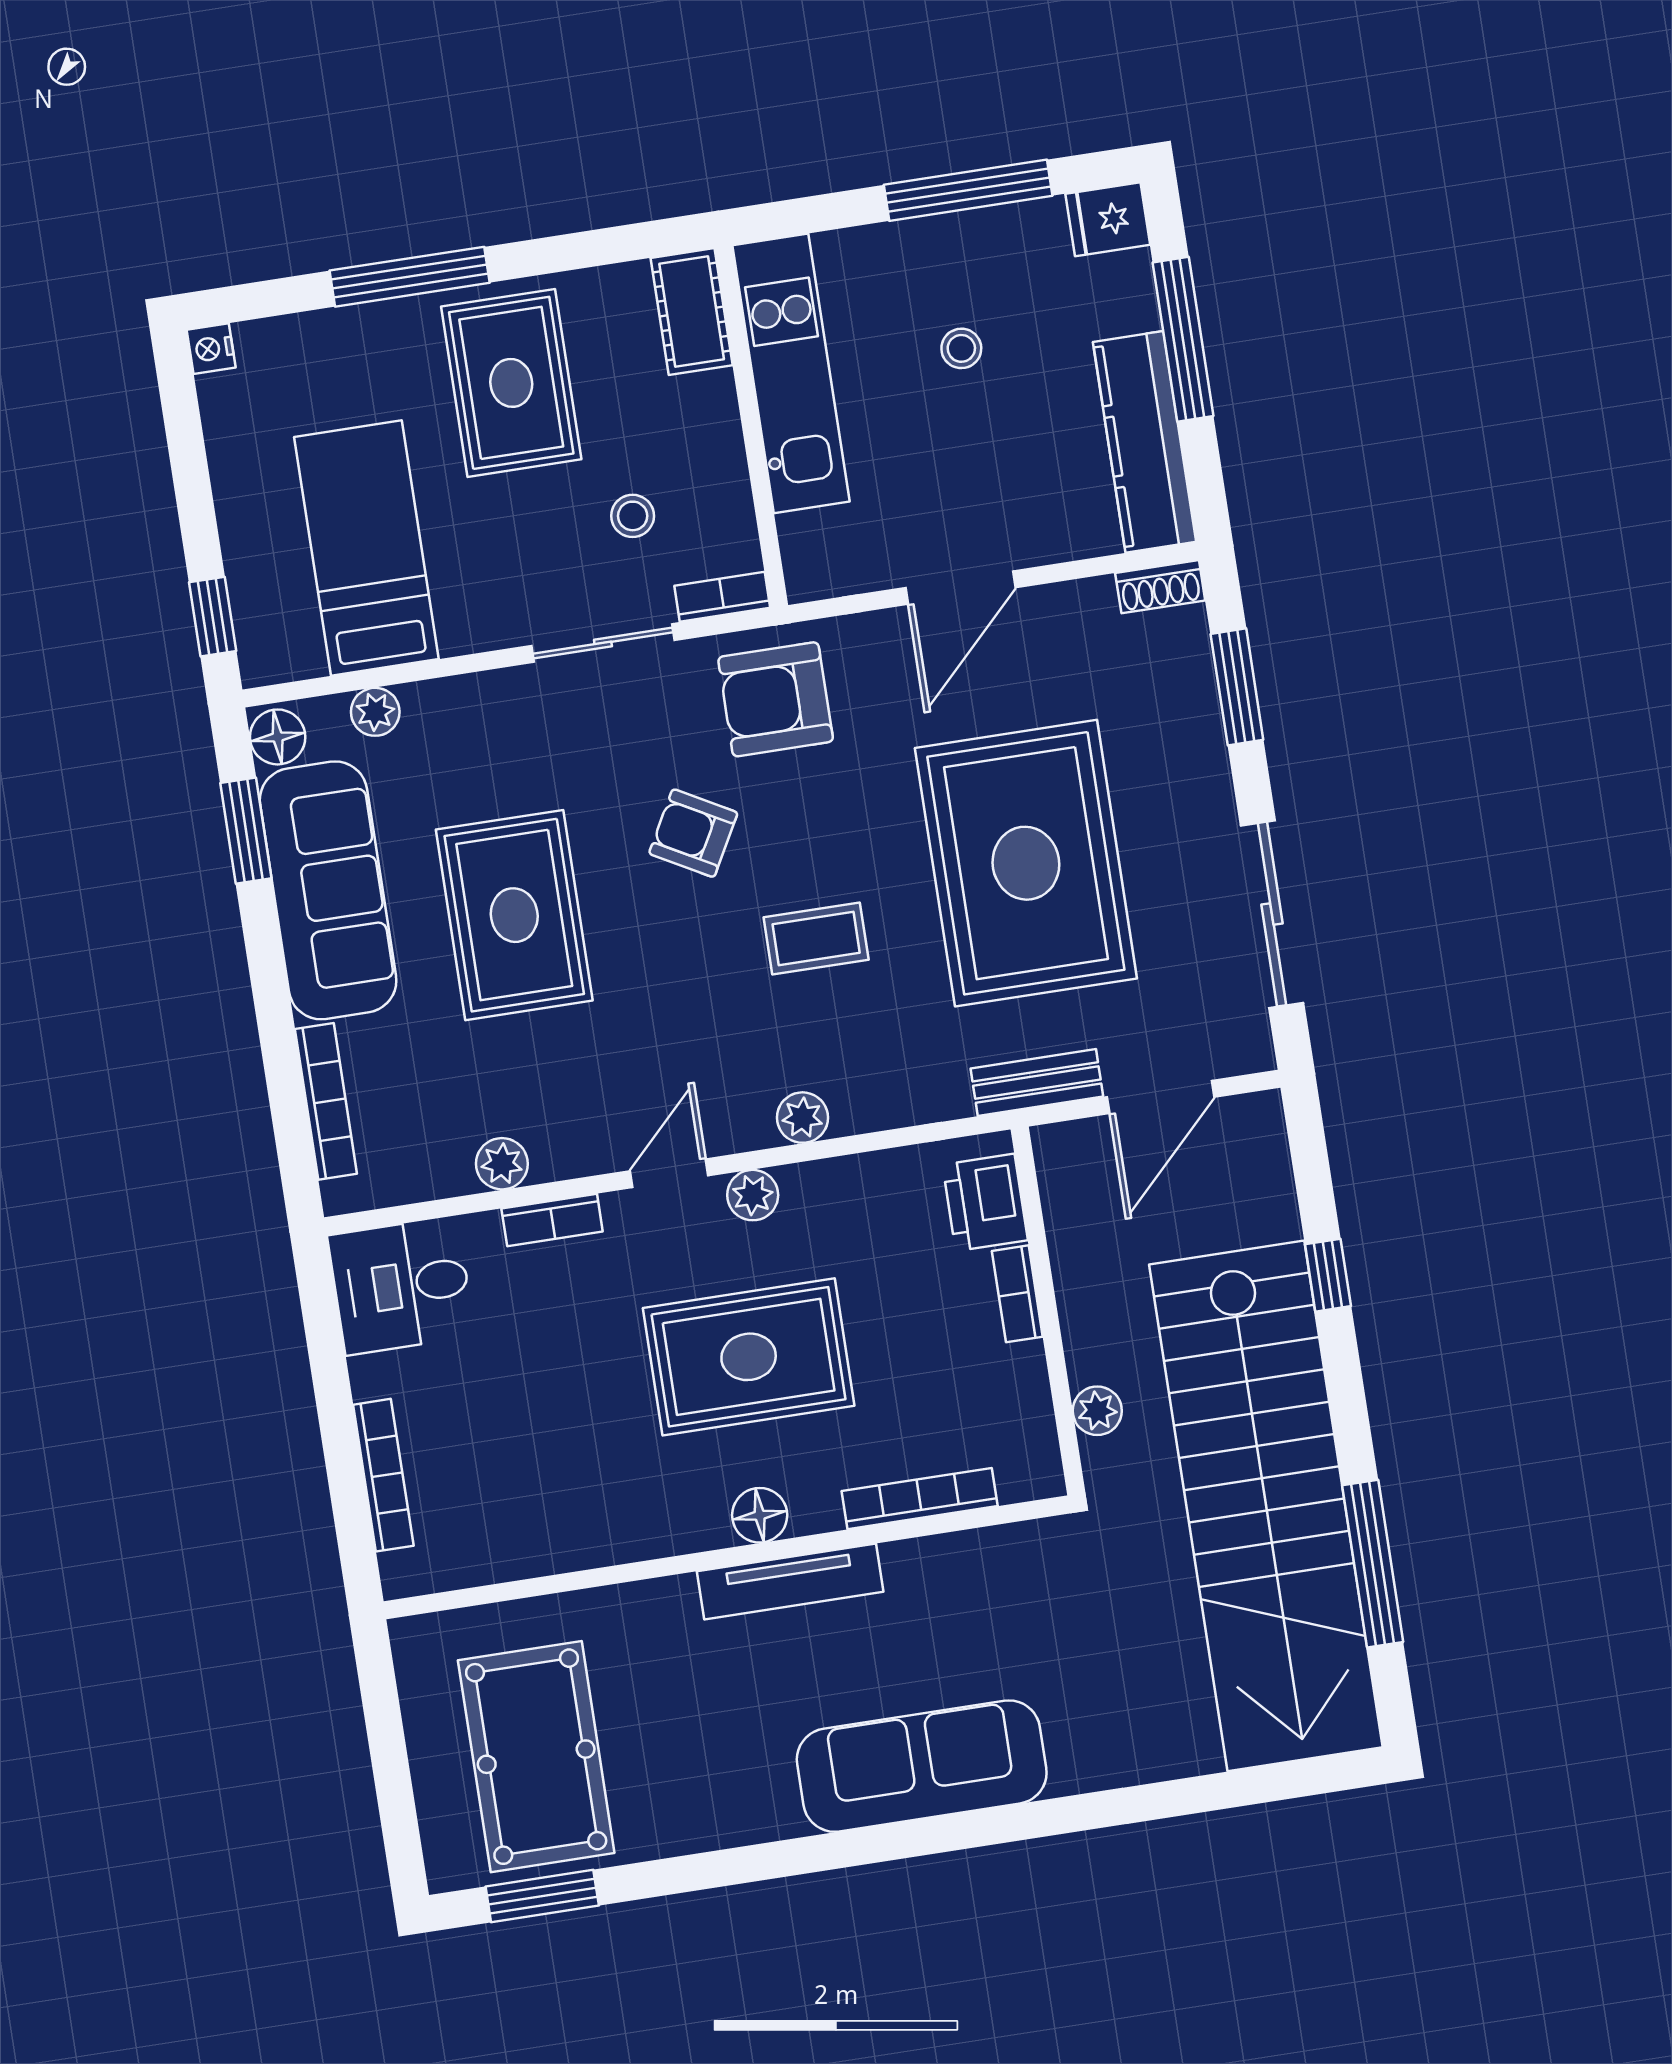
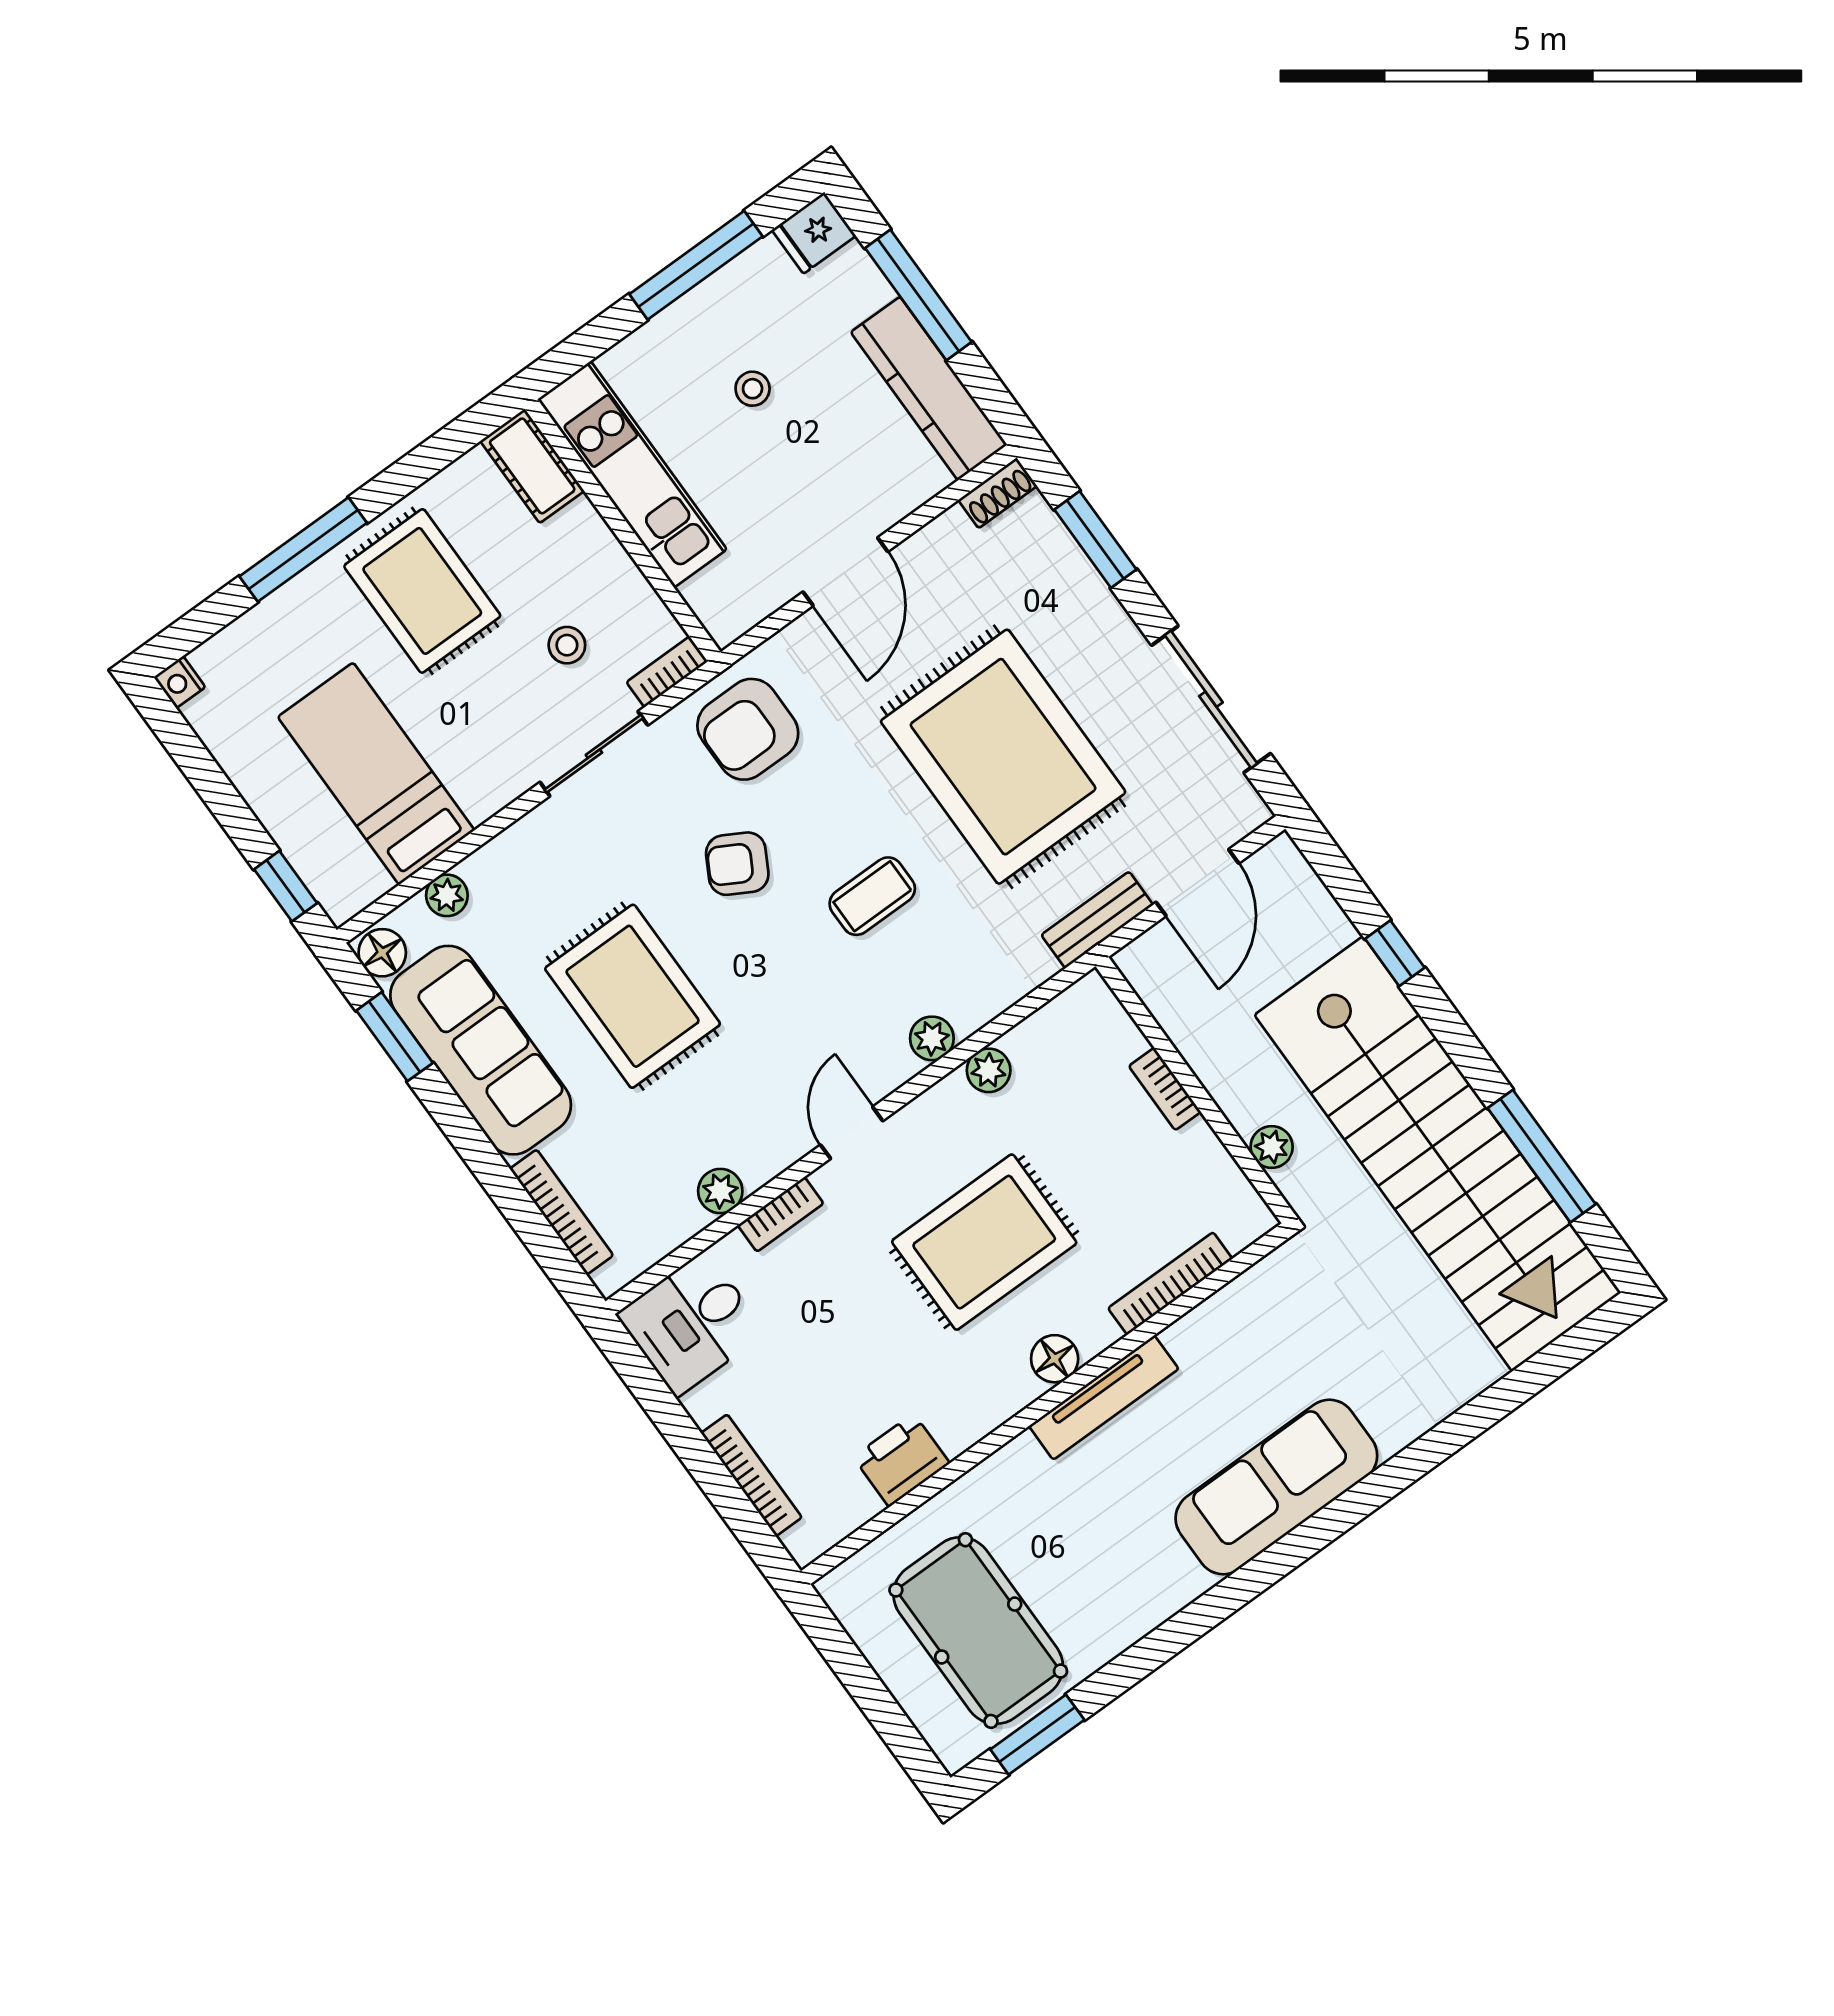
plant: (753, 1195) -> (989, 1070), moved
printer: (985, 1202) -> (901, 1460), moved, turned 90

